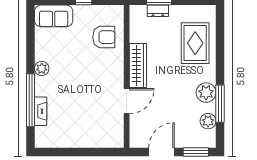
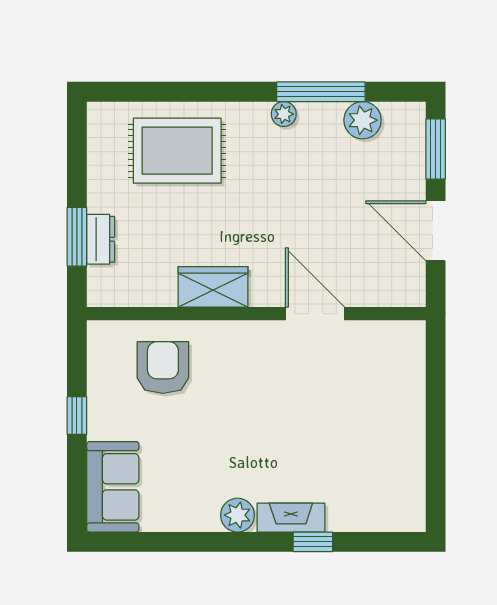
wardrobe: (138, 66) -> (213, 287), width x0.67
plant: (206, 93) -> (284, 114), width x0.53, depth x0.53
window: (30, 100) -> (313, 542), width x0.32
fireplace: (41, 111) -> (291, 518), moved

